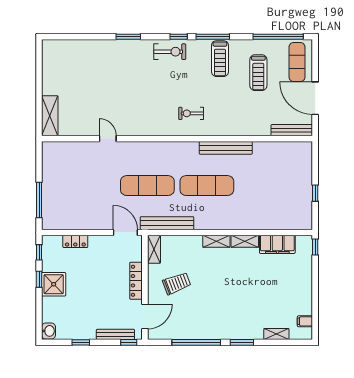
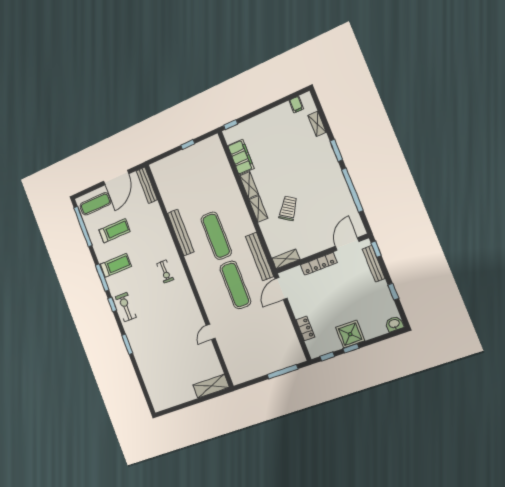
trolley: (177, 283) -> (288, 208), moved, turned 55
door: (145, 316) -> (347, 244), hinge flipped

